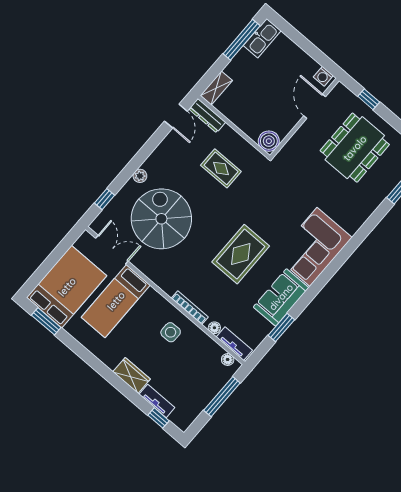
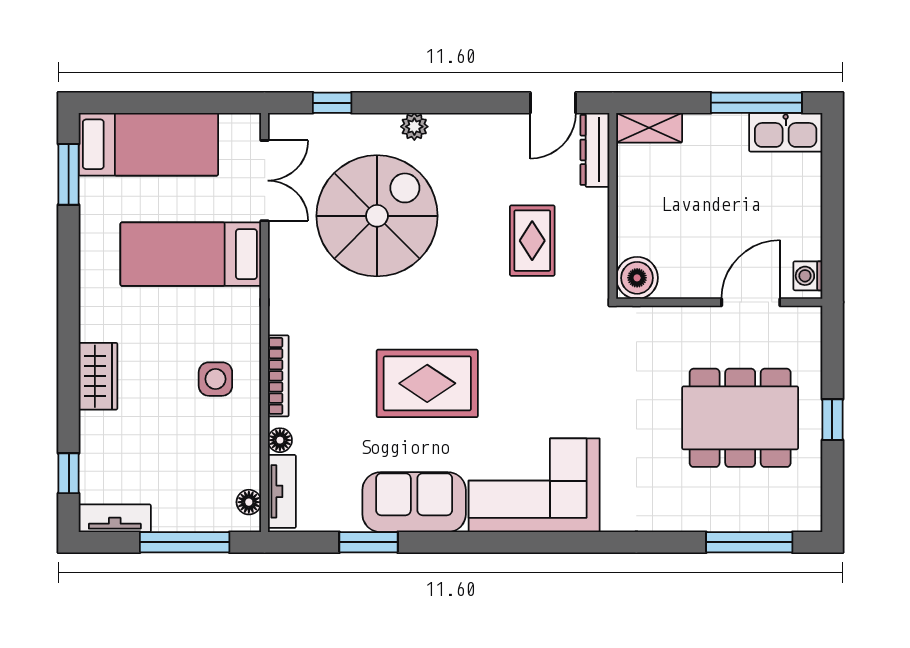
window: (369, 99) -> (832, 420), moved
bed: (67, 287) -> (148, 144), width x0.67
tv unit: (157, 401) -> (115, 518), moved, turned -90

